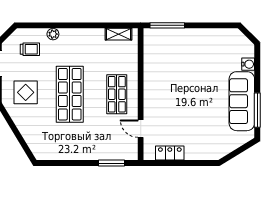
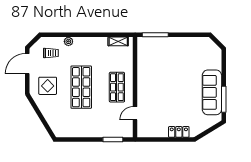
water cooler: (248, 64) -> (217, 64), removed
door: (141, 129) -> (135, 113), hinge flipped
locker: (170, 153) -> (179, 132), moved

